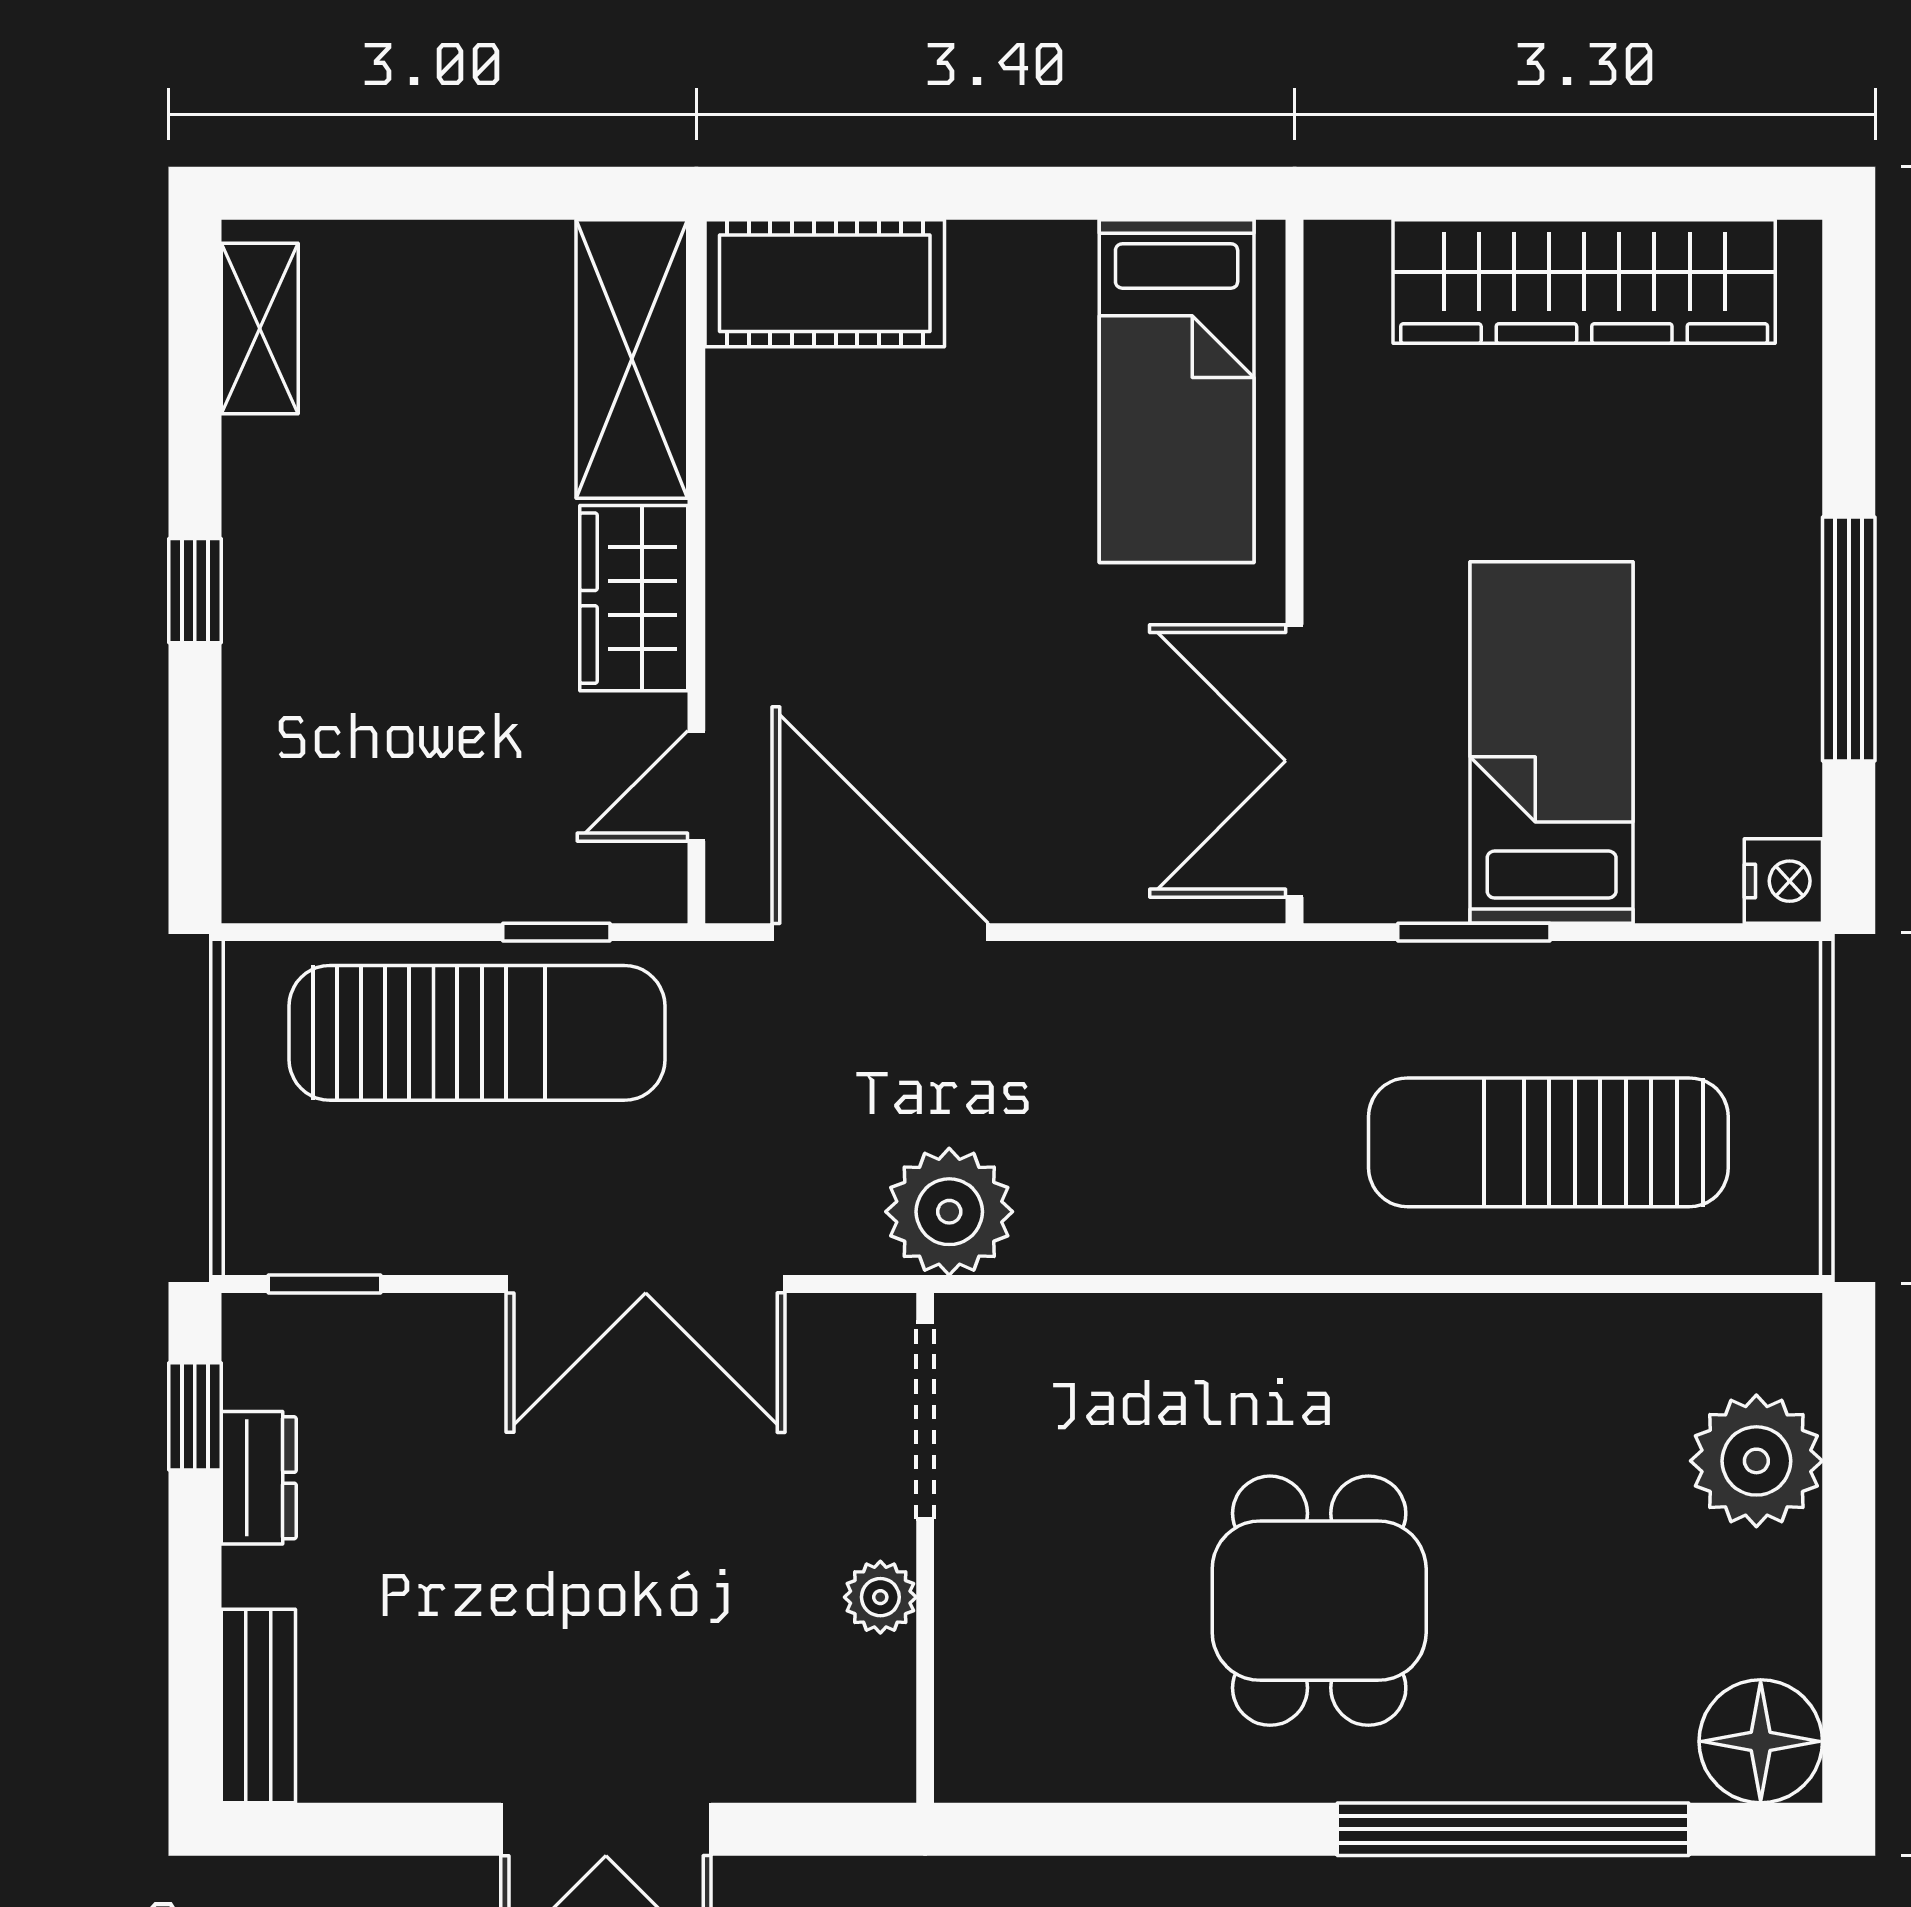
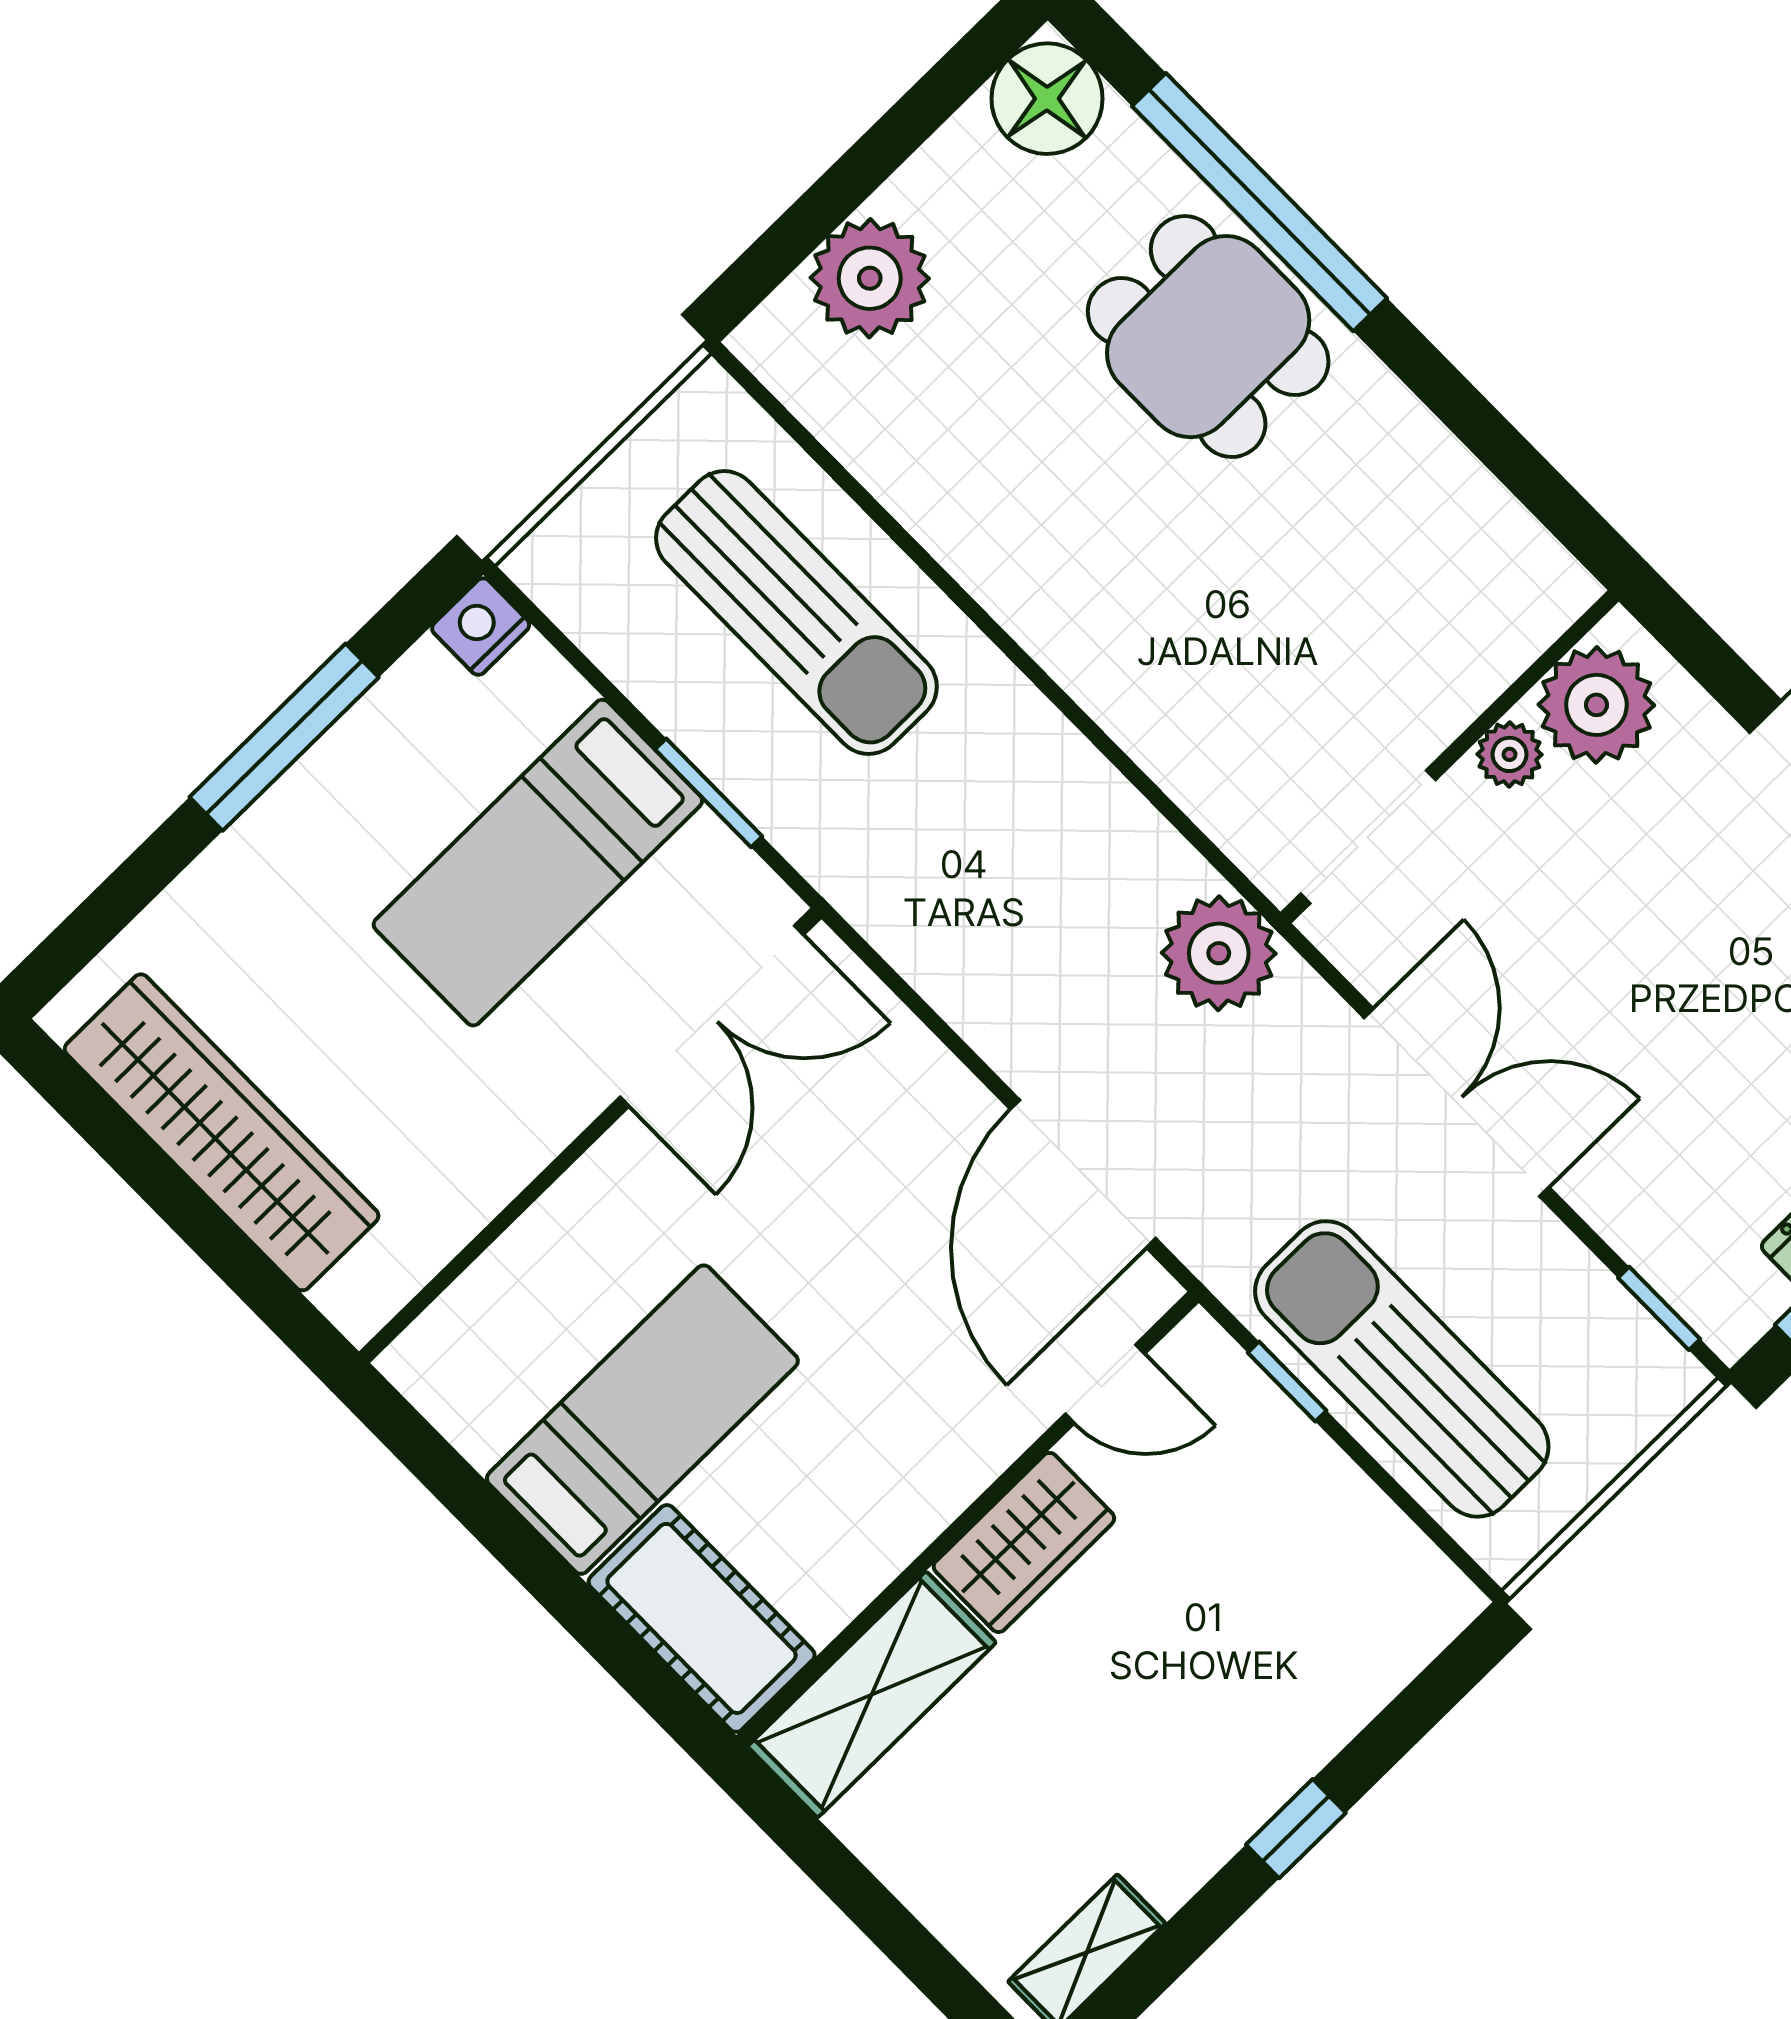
bed: (1177, 391) -> (642, 1420), moved
dining table: (1319, 1601) -> (1208, 337), moved, turned 90
plant: (852, 1705) -> (1596, 705), added

